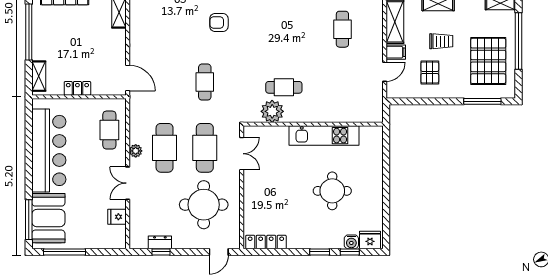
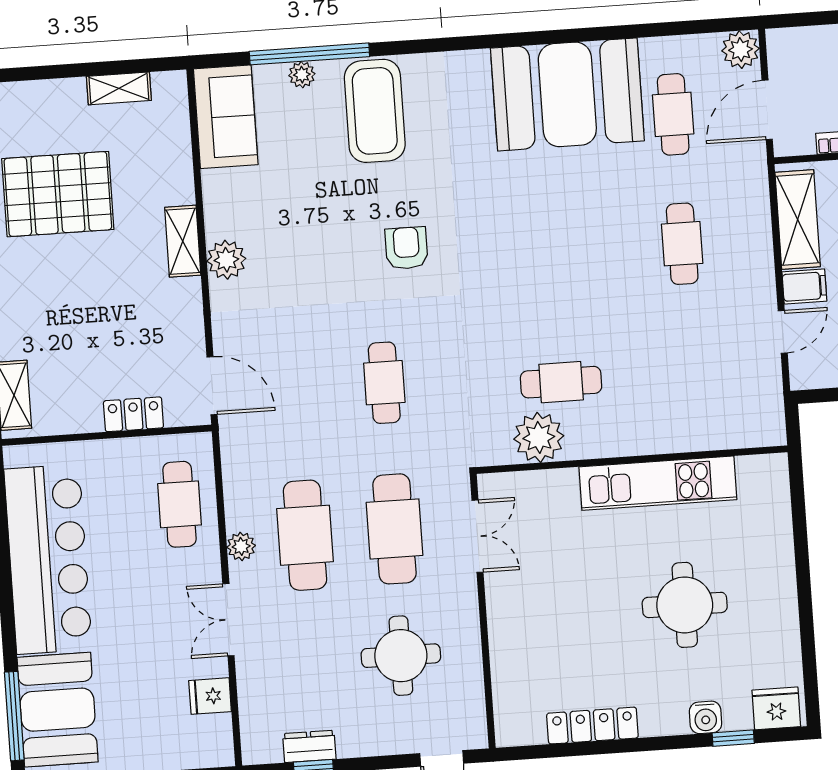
plant: (138, 22) -> (226, 260), added
armchair: (219, 22) -> (406, 248), turned 90
locker: (77, 88) -> (133, 414), moved
round table: (204, 205) -> (401, 656), width x0.73, depth x0.73
locker: (266, 242) -> (592, 726), moved
water cooler: (351, 242) -> (706, 717), moved
window: (320, 252) -> (666, 743), removed

